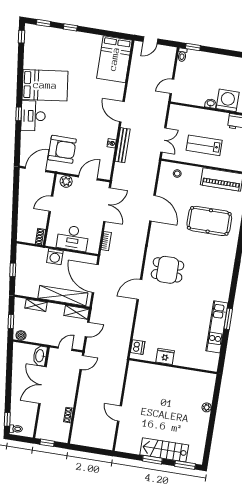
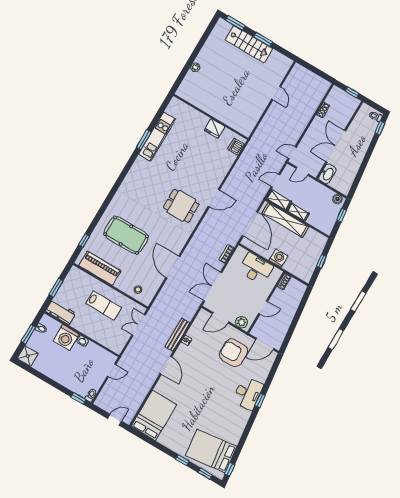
bed: (45, 85) -> (211, 451), moved
shelving: (36, 305) -> (298, 212), moved
double door: (43, 385) -> (336, 146), swing flipped

